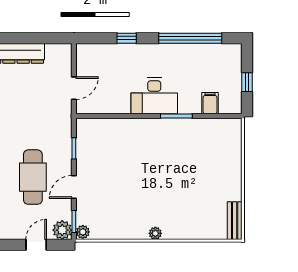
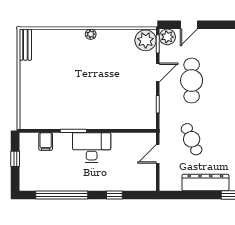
cafe table: (33, 106) -> (192, 139), added
plant: (83, 232) -> (146, 40), width x1.88, depth x1.88

